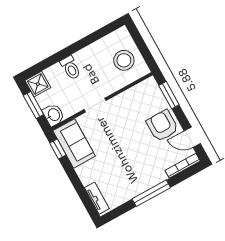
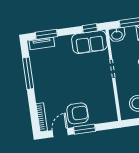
window: (169, 95) -> (84, 129), moved
window: (151, 193) -> (28, 73), moved
window: (84, 197) -> (46, 34), added

